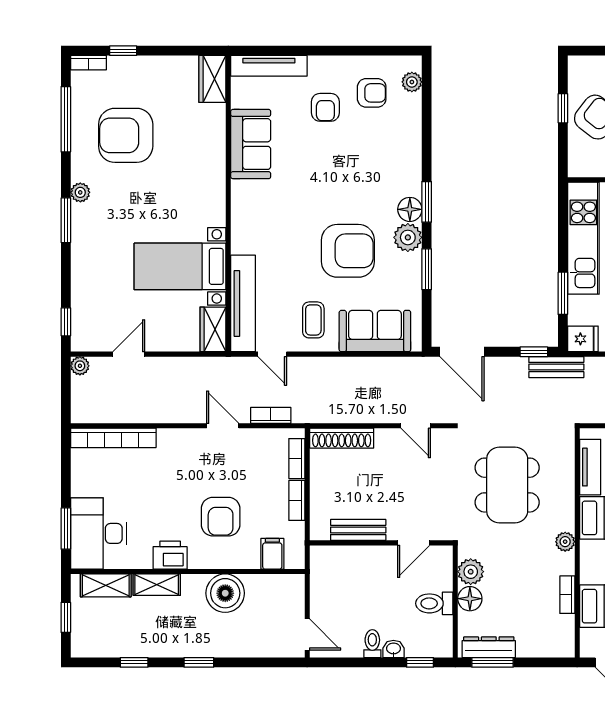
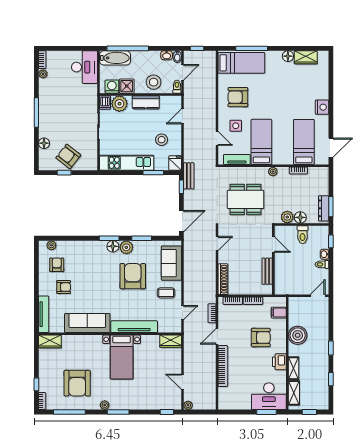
sofa: (251, 144) -> (87, 323), width x1.36
bed with nightstands: (180, 266) -> (122, 357), moved
tv unit: (243, 303) -> (134, 327), moved
bookcase: (113, 438) -> (223, 366), moved

